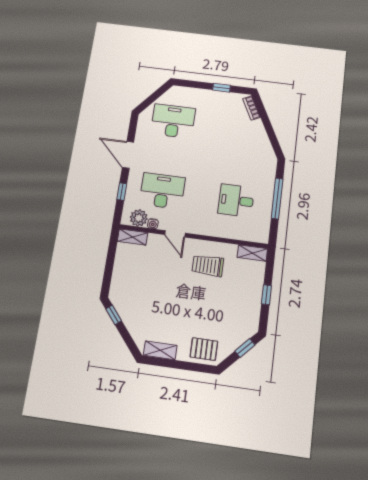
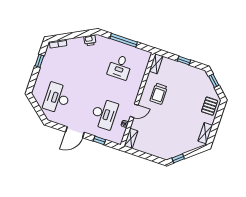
printer: (266, 151) -> (90, 40), added
desk: (162, 191) -> (104, 114), turned 180
plant: (139, 218) -> (119, 132), removed

